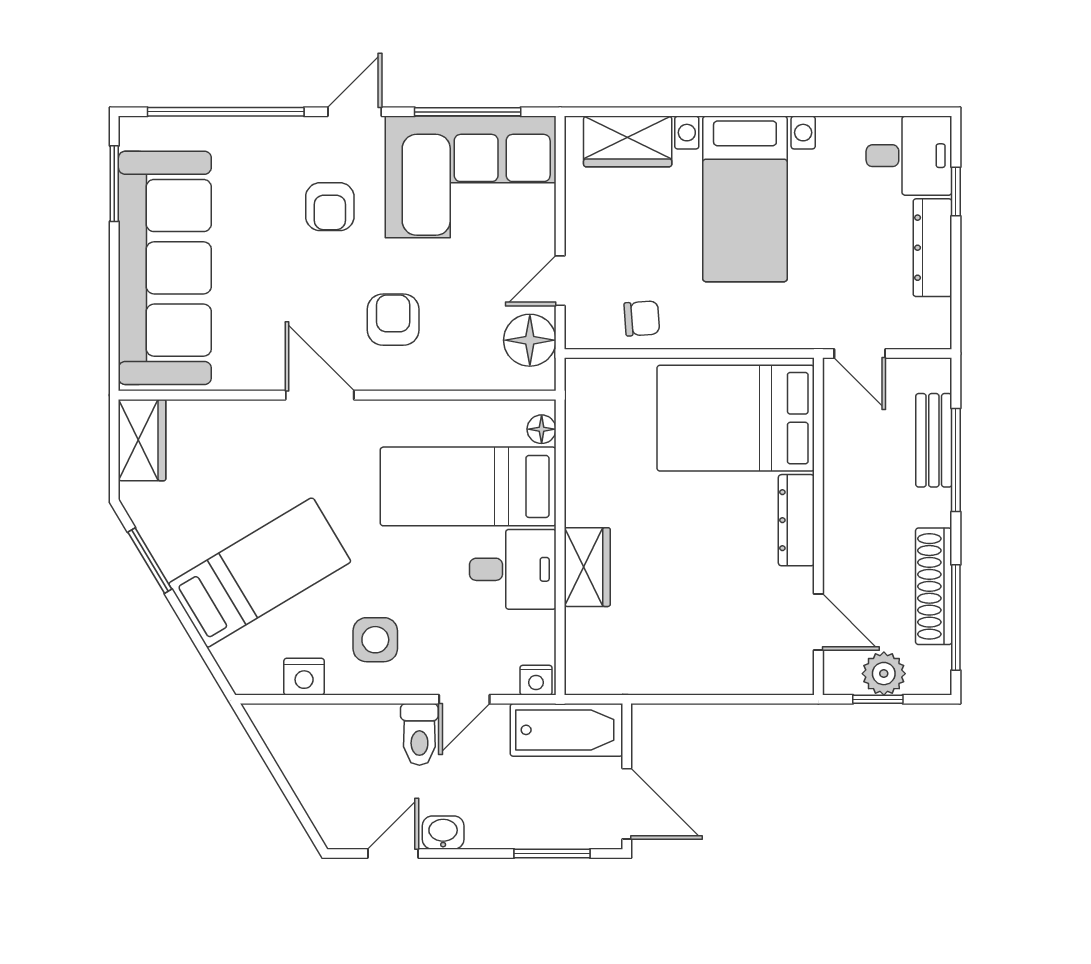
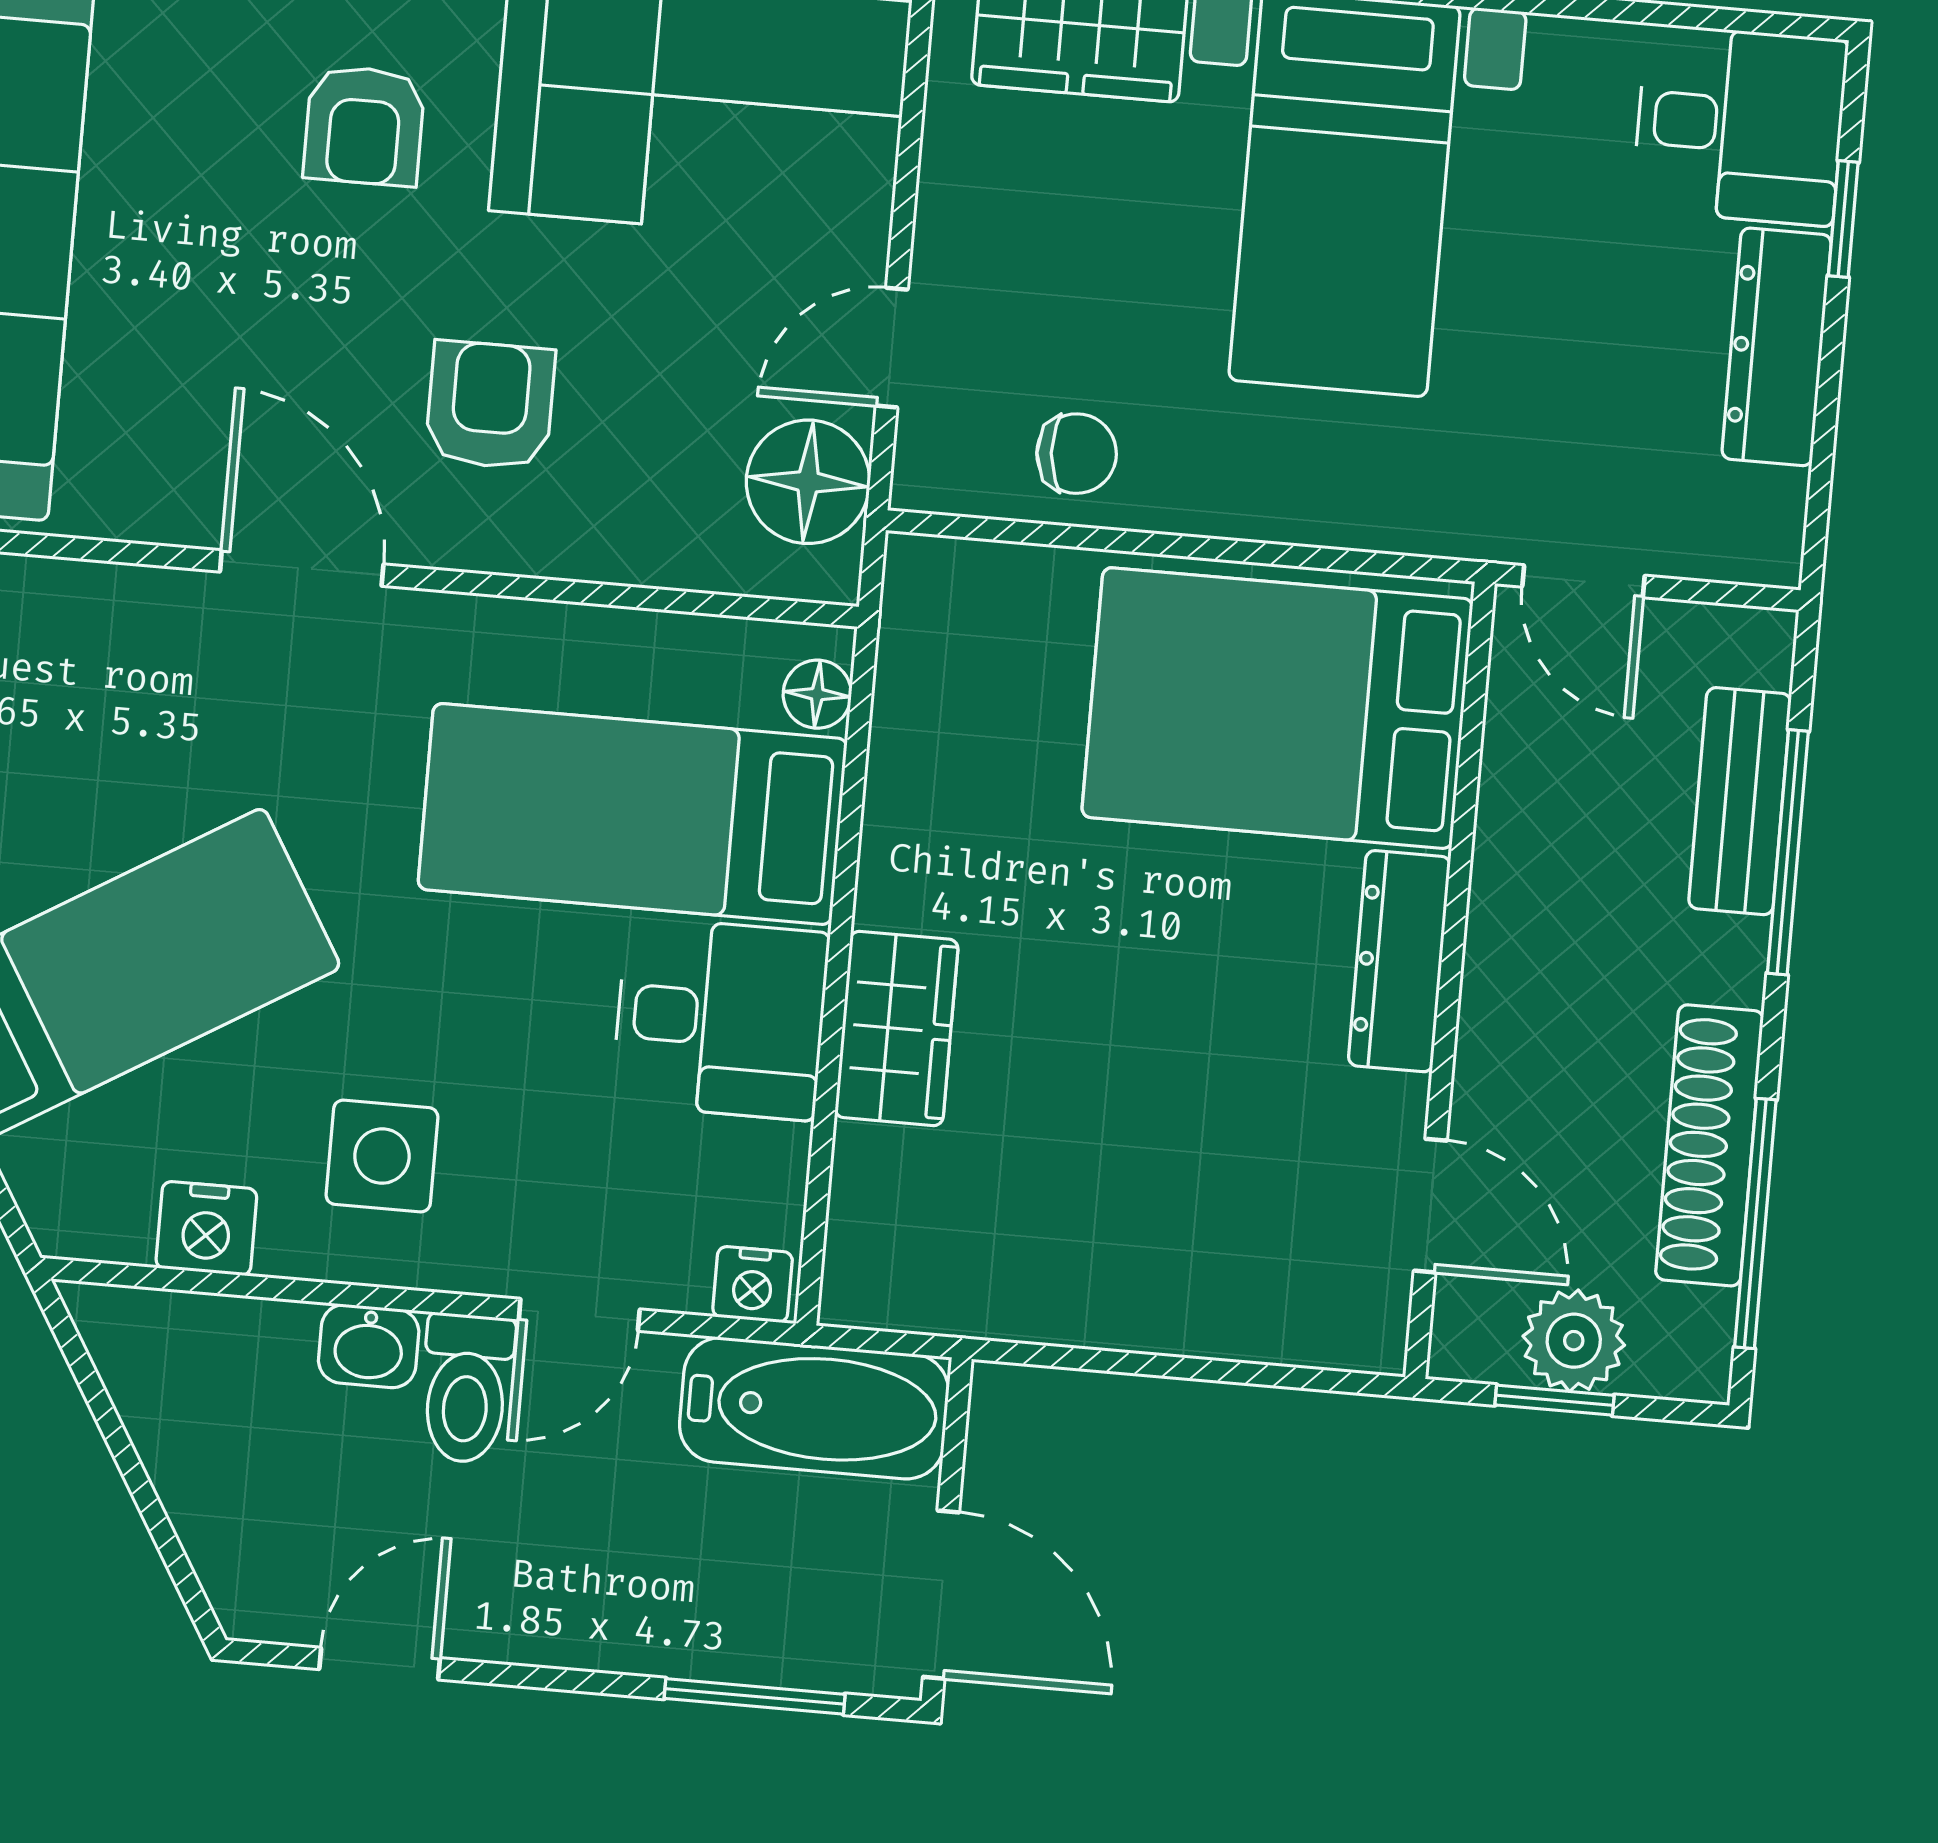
washbasin: (443, 833) -> (369, 1346), moved, turned 180

